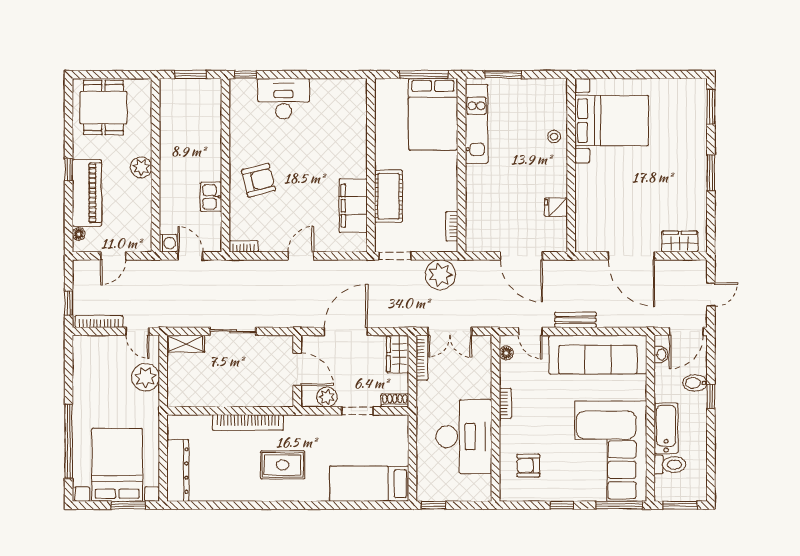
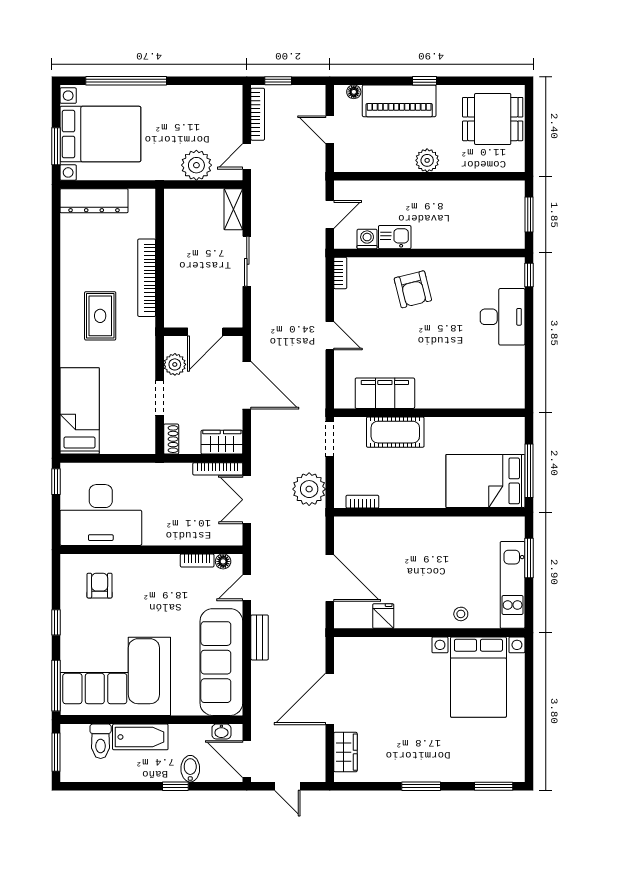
kitchen unit: (476, 124) -> (513, 585), moved, turned 90
washing machine: (168, 243) -> (367, 239), moved, turned 180
door: (521, 256) -> (330, 578), swing flipped
bookcase: (505, 403) -> (197, 560), moved
desk: (464, 437) -> (101, 515), moved

